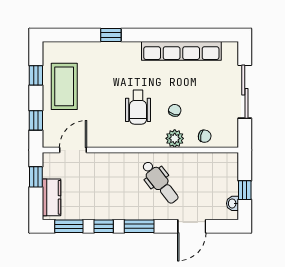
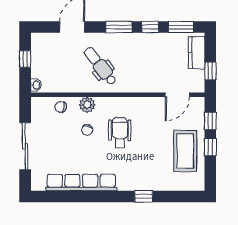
window: (36, 75) -> (210, 147), moved
washbasin: (232, 203) -> (36, 85), moved

